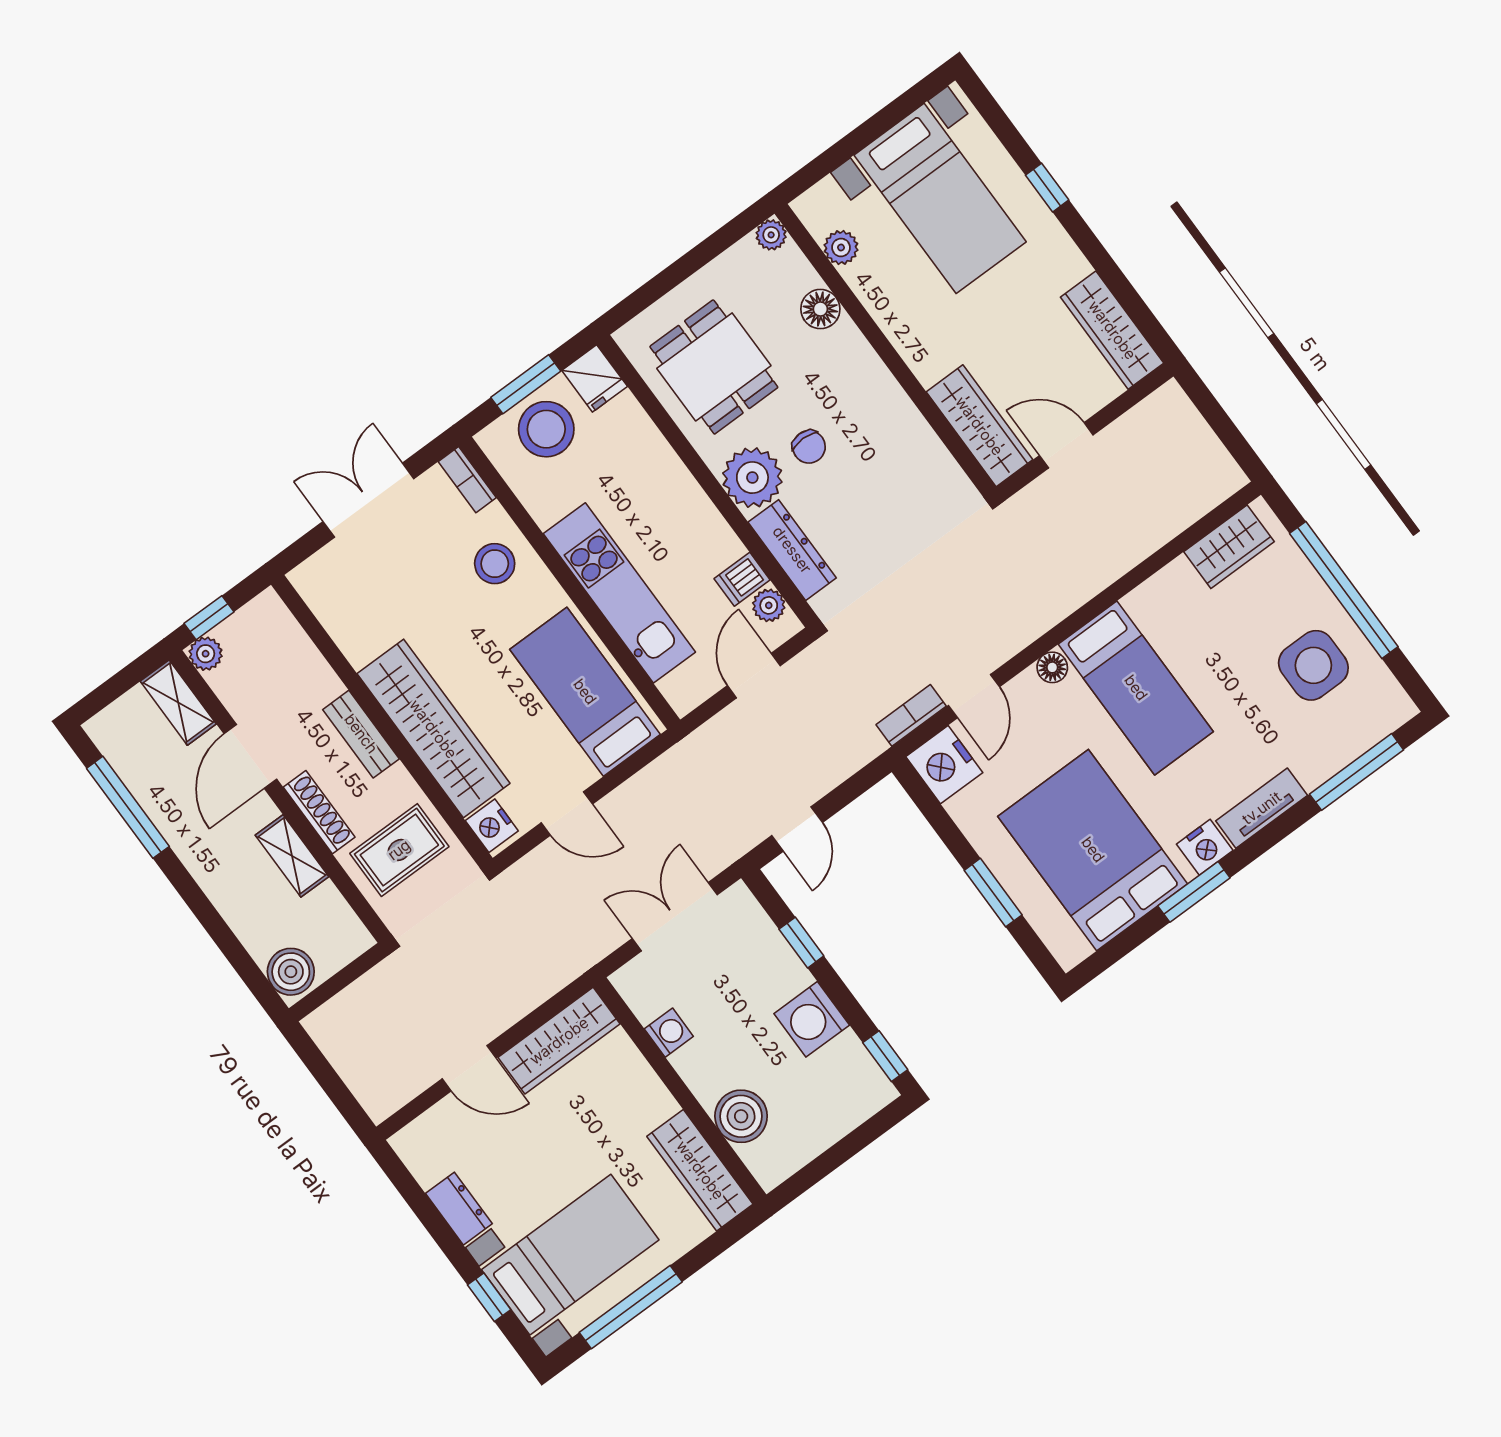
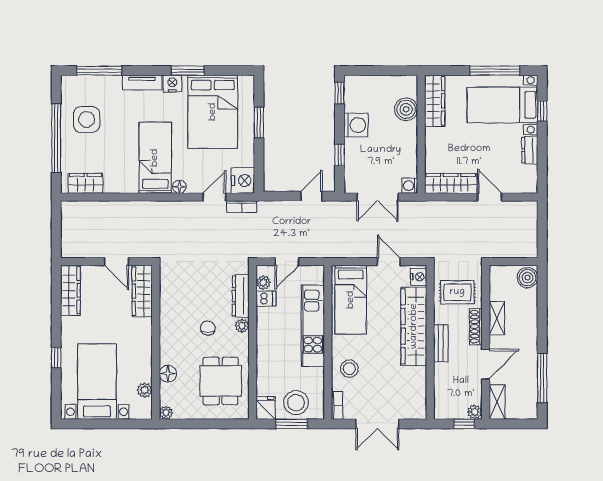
plant: (752, 478) -> (242, 326), width x0.53, depth x0.53
washing machine: (669, 1033) -> (410, 186), moved

